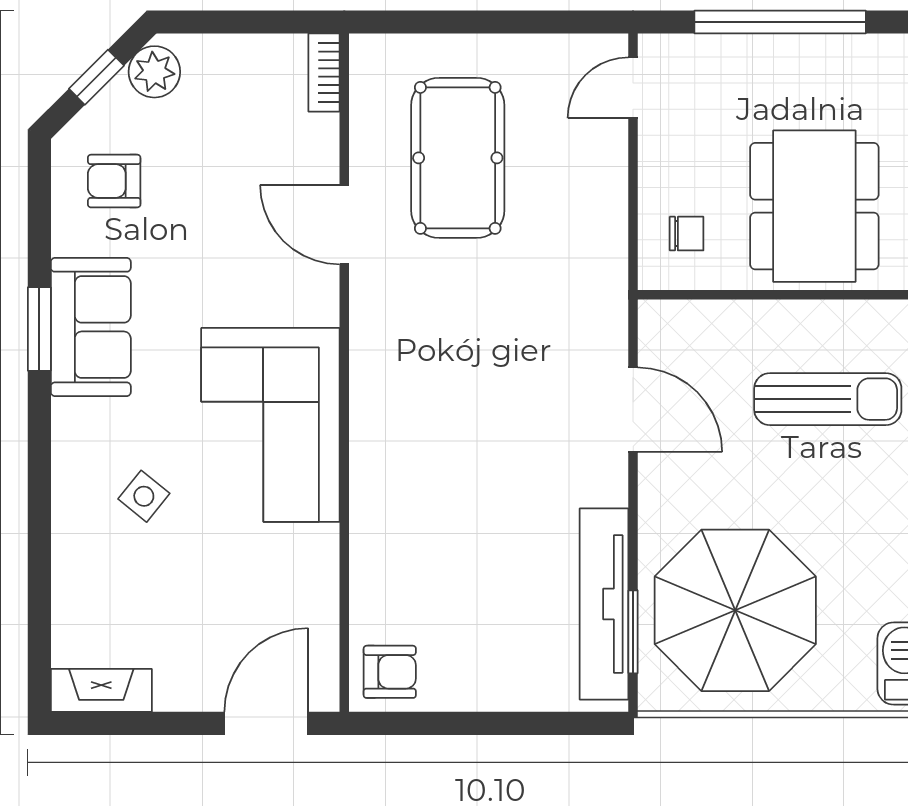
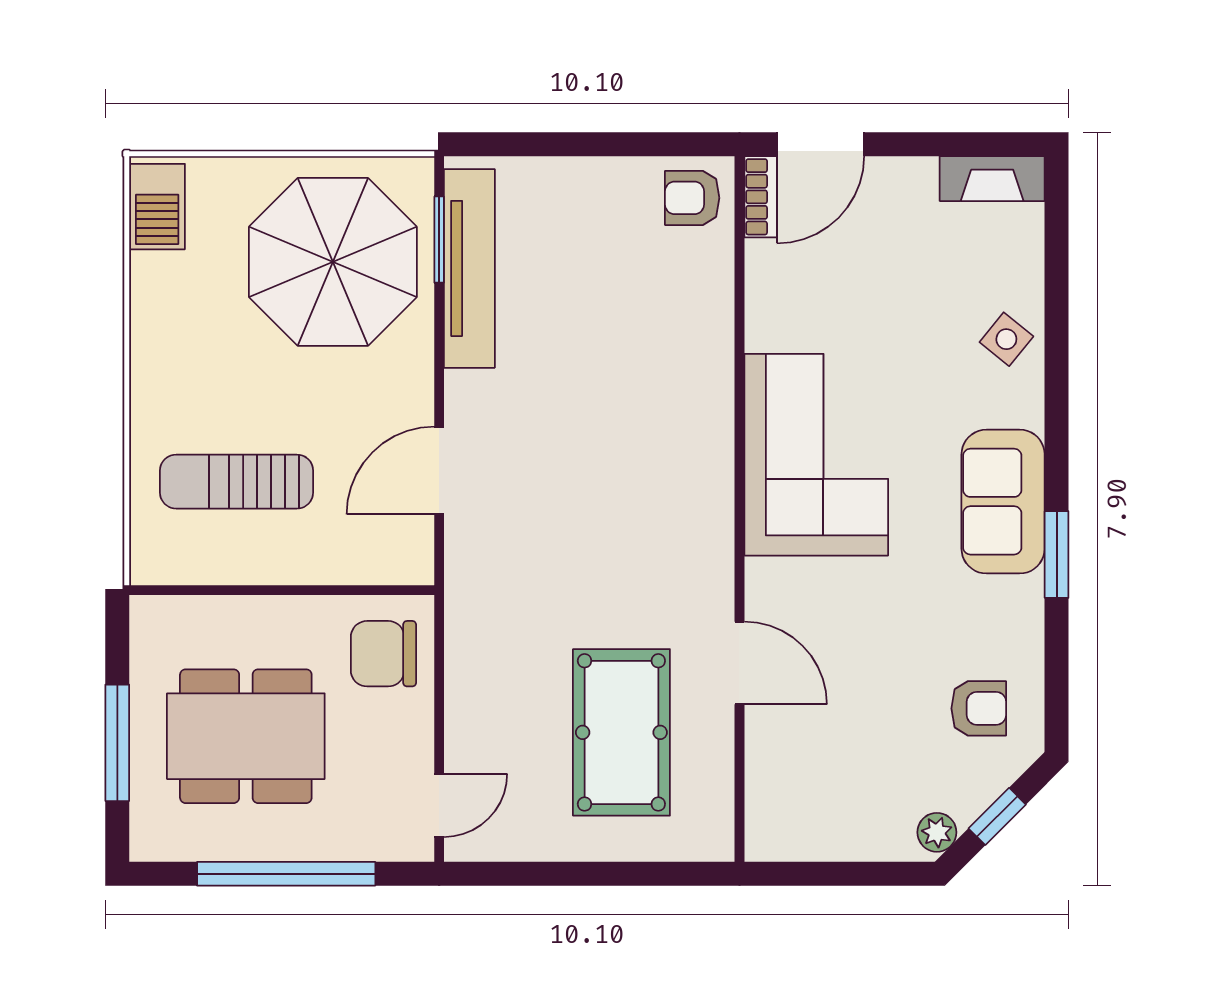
plant: (154, 72) -> (937, 832), width x0.73, depth x0.73
bookcase: (324, 73) -> (761, 197), moved
dining table: (814, 206) -> (246, 736), moved, turned 90
chair: (687, 234) -> (383, 654), width x1.87, depth x1.87
sofa: (91, 327) -> (1003, 502), moved
door: (633, 410) -> (439, 471), hinge flipped
side table: (144, 496) -> (1006, 339), moved

